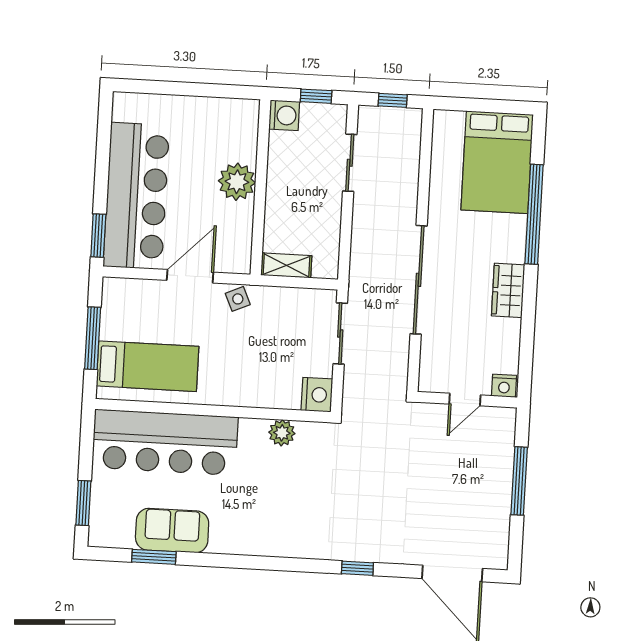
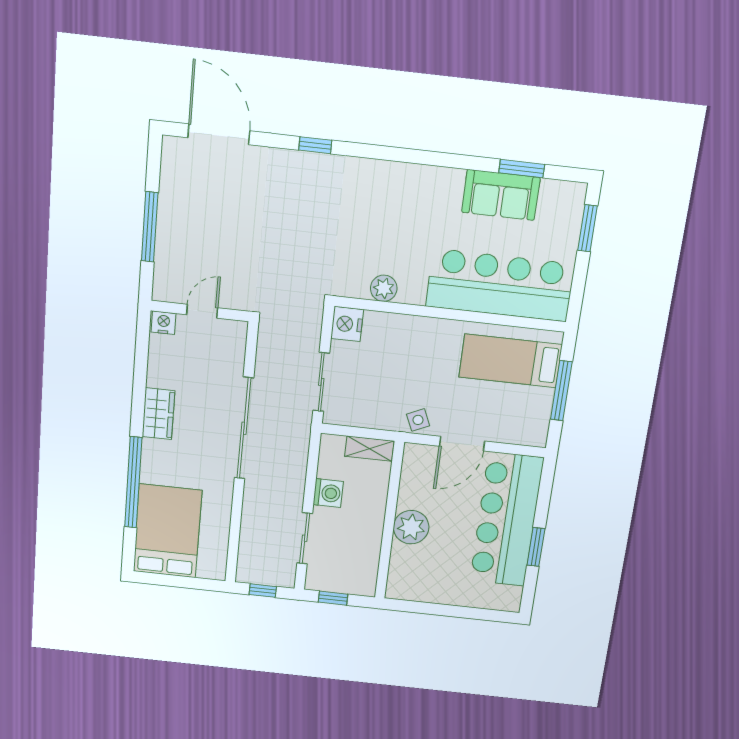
washing machine: (284, 115) -> (328, 493), moved, turned 180
window: (98, 236) -> (536, 547), moved

